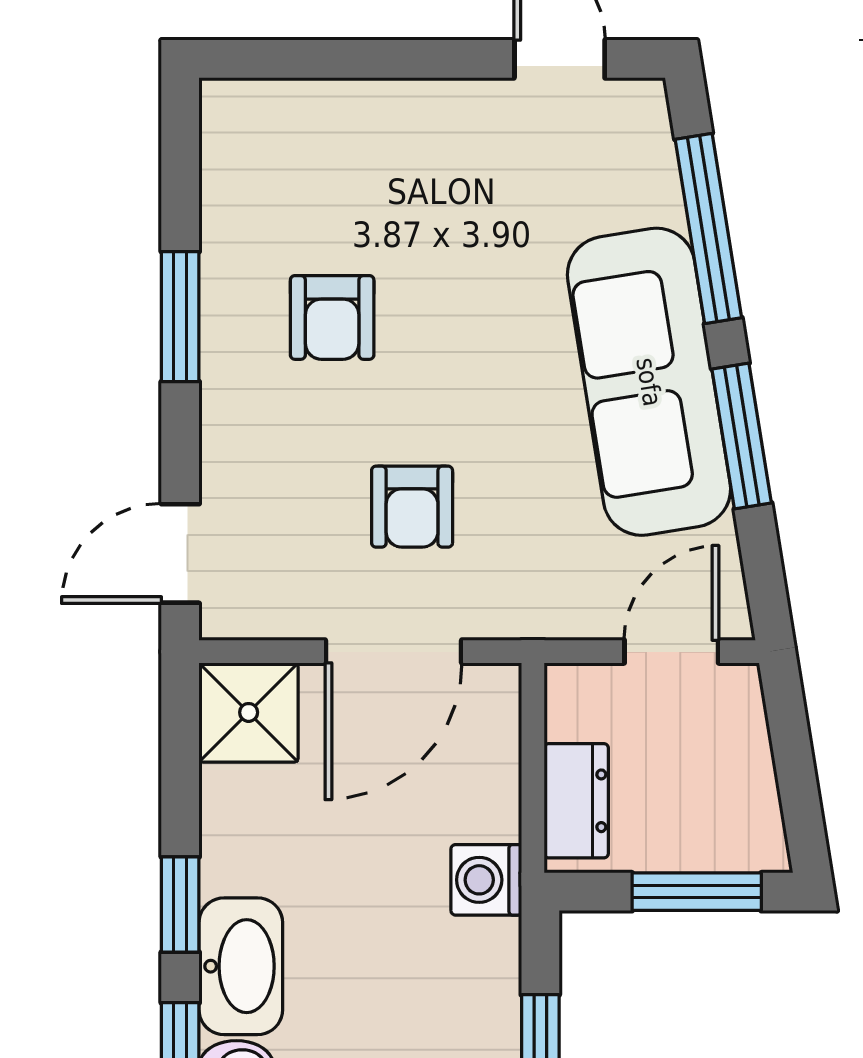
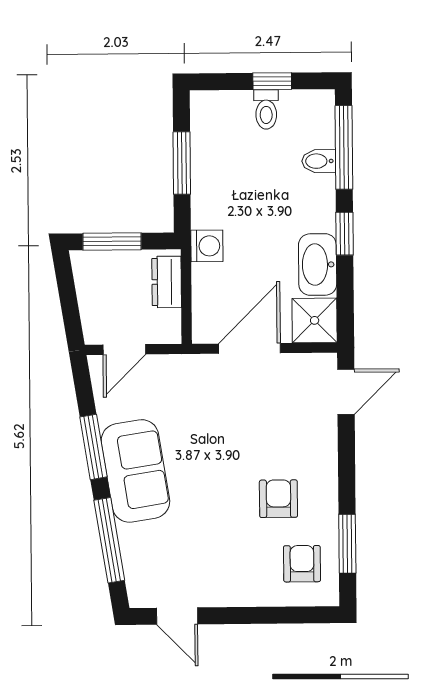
window: (180, 317) -> (347, 544), moved
sofa: (649, 382) -> (135, 471), width x0.73
armchair: (412, 507) -> (302, 564), moved
washbasin: (241, 966) -> (318, 265), moved

